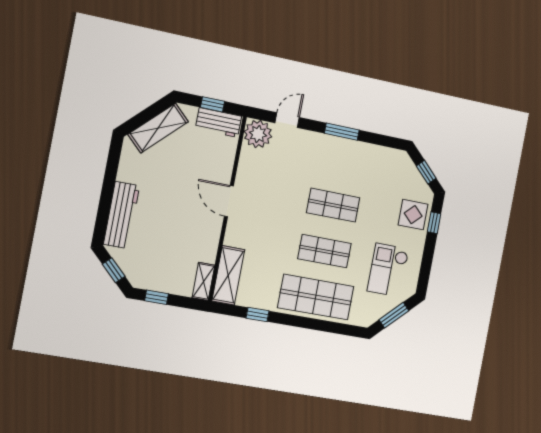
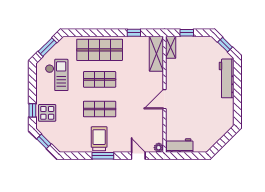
window: (213, 104) -> (185, 156), removed
door: (287, 120) -> (138, 156), swing flipped
shelving: (158, 128) -> (215, 135), removed
plant: (258, 134) -> (159, 148), width x0.53, depth x0.53
trolley: (343, 159) -> (99, 139), added
door: (229, 201) -> (164, 99), swing flipped
window: (157, 297) -> (187, 33), moved

